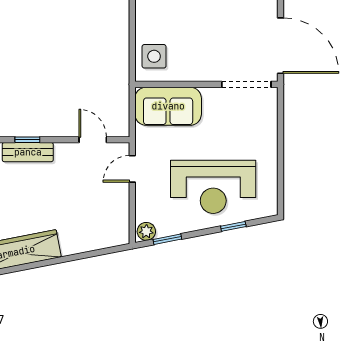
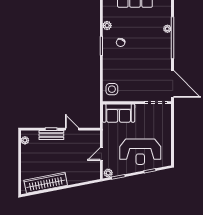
door: (93, 140) -> (72, 129), moved
door: (132, 169) -> (101, 154), moved

